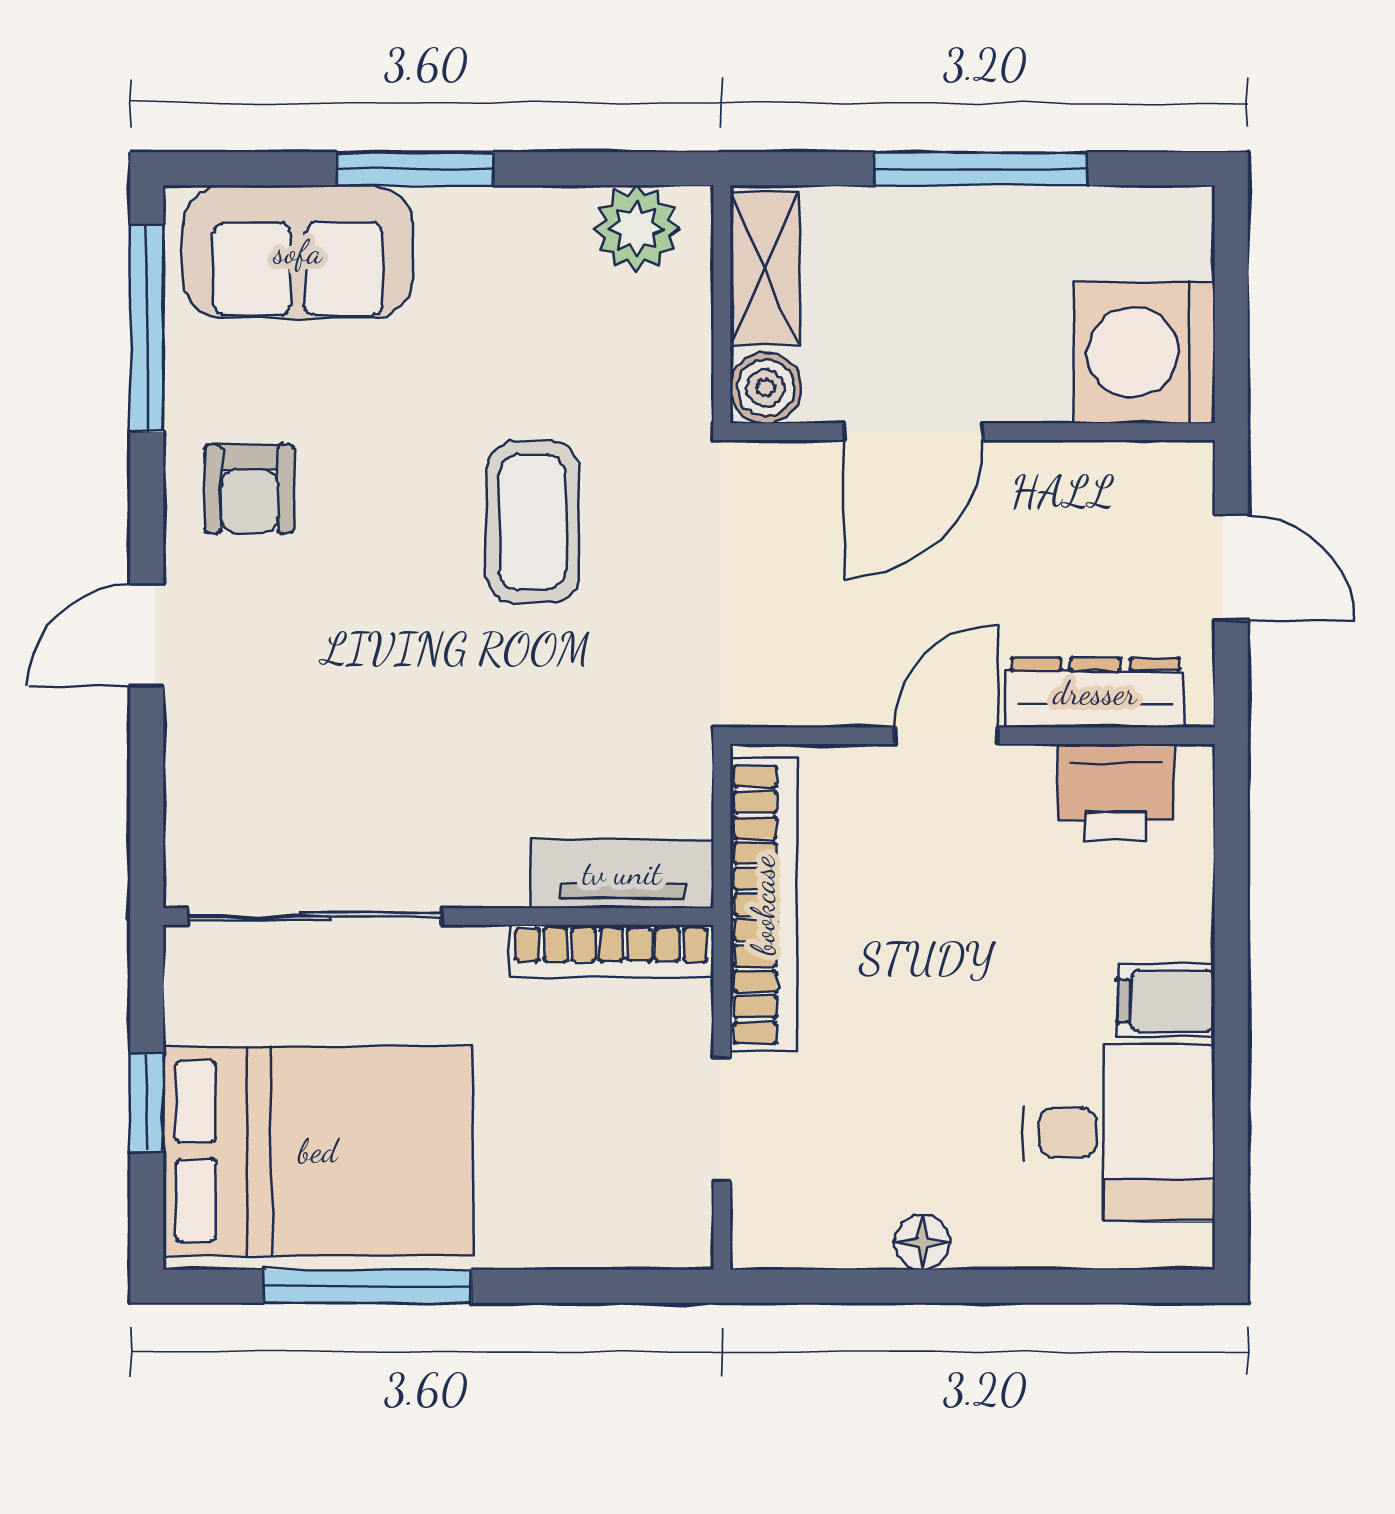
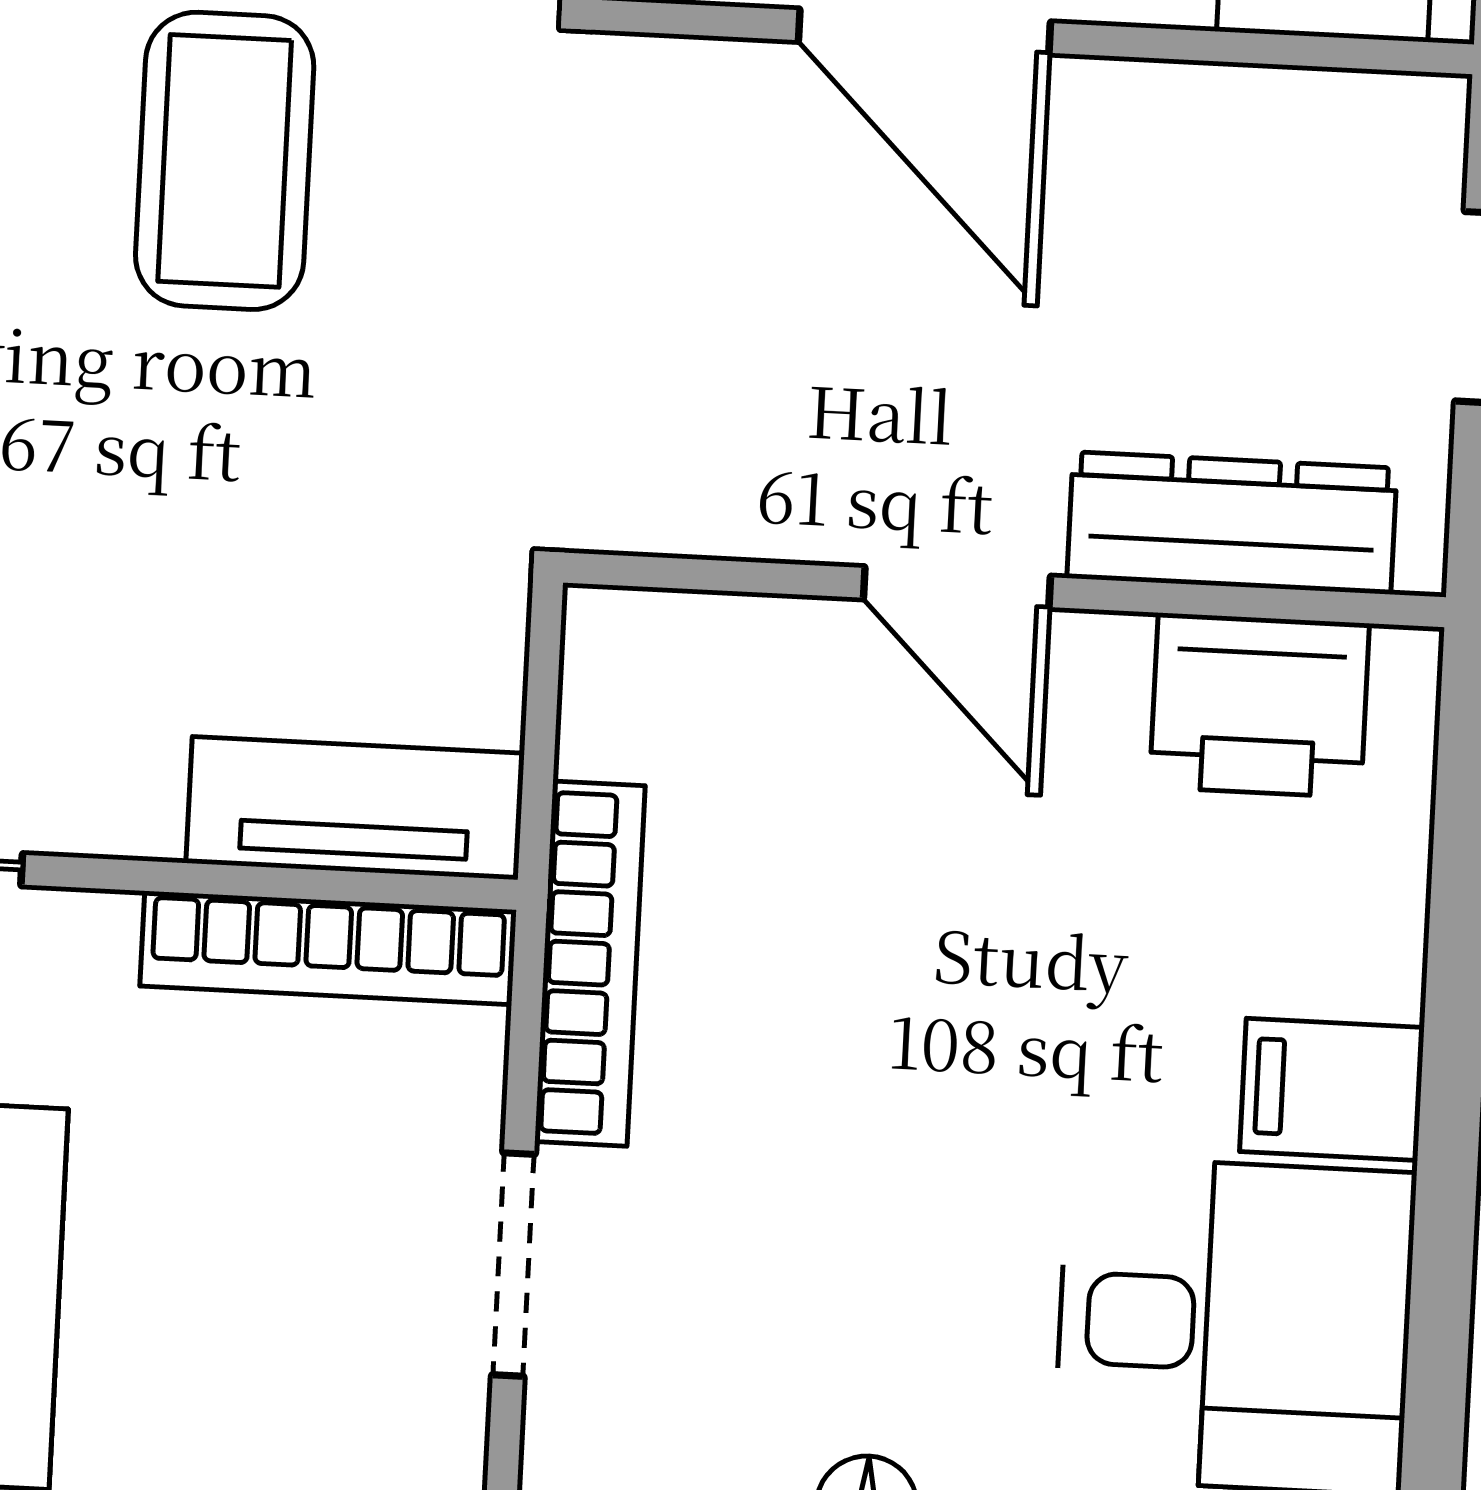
door: (913, 432) -> (924, 32), hinge flipped
door: (946, 736) -> (957, 588), swing flipped
bookcase: (763, 905) -> (590, 964), width x0.68, depth x0.76

